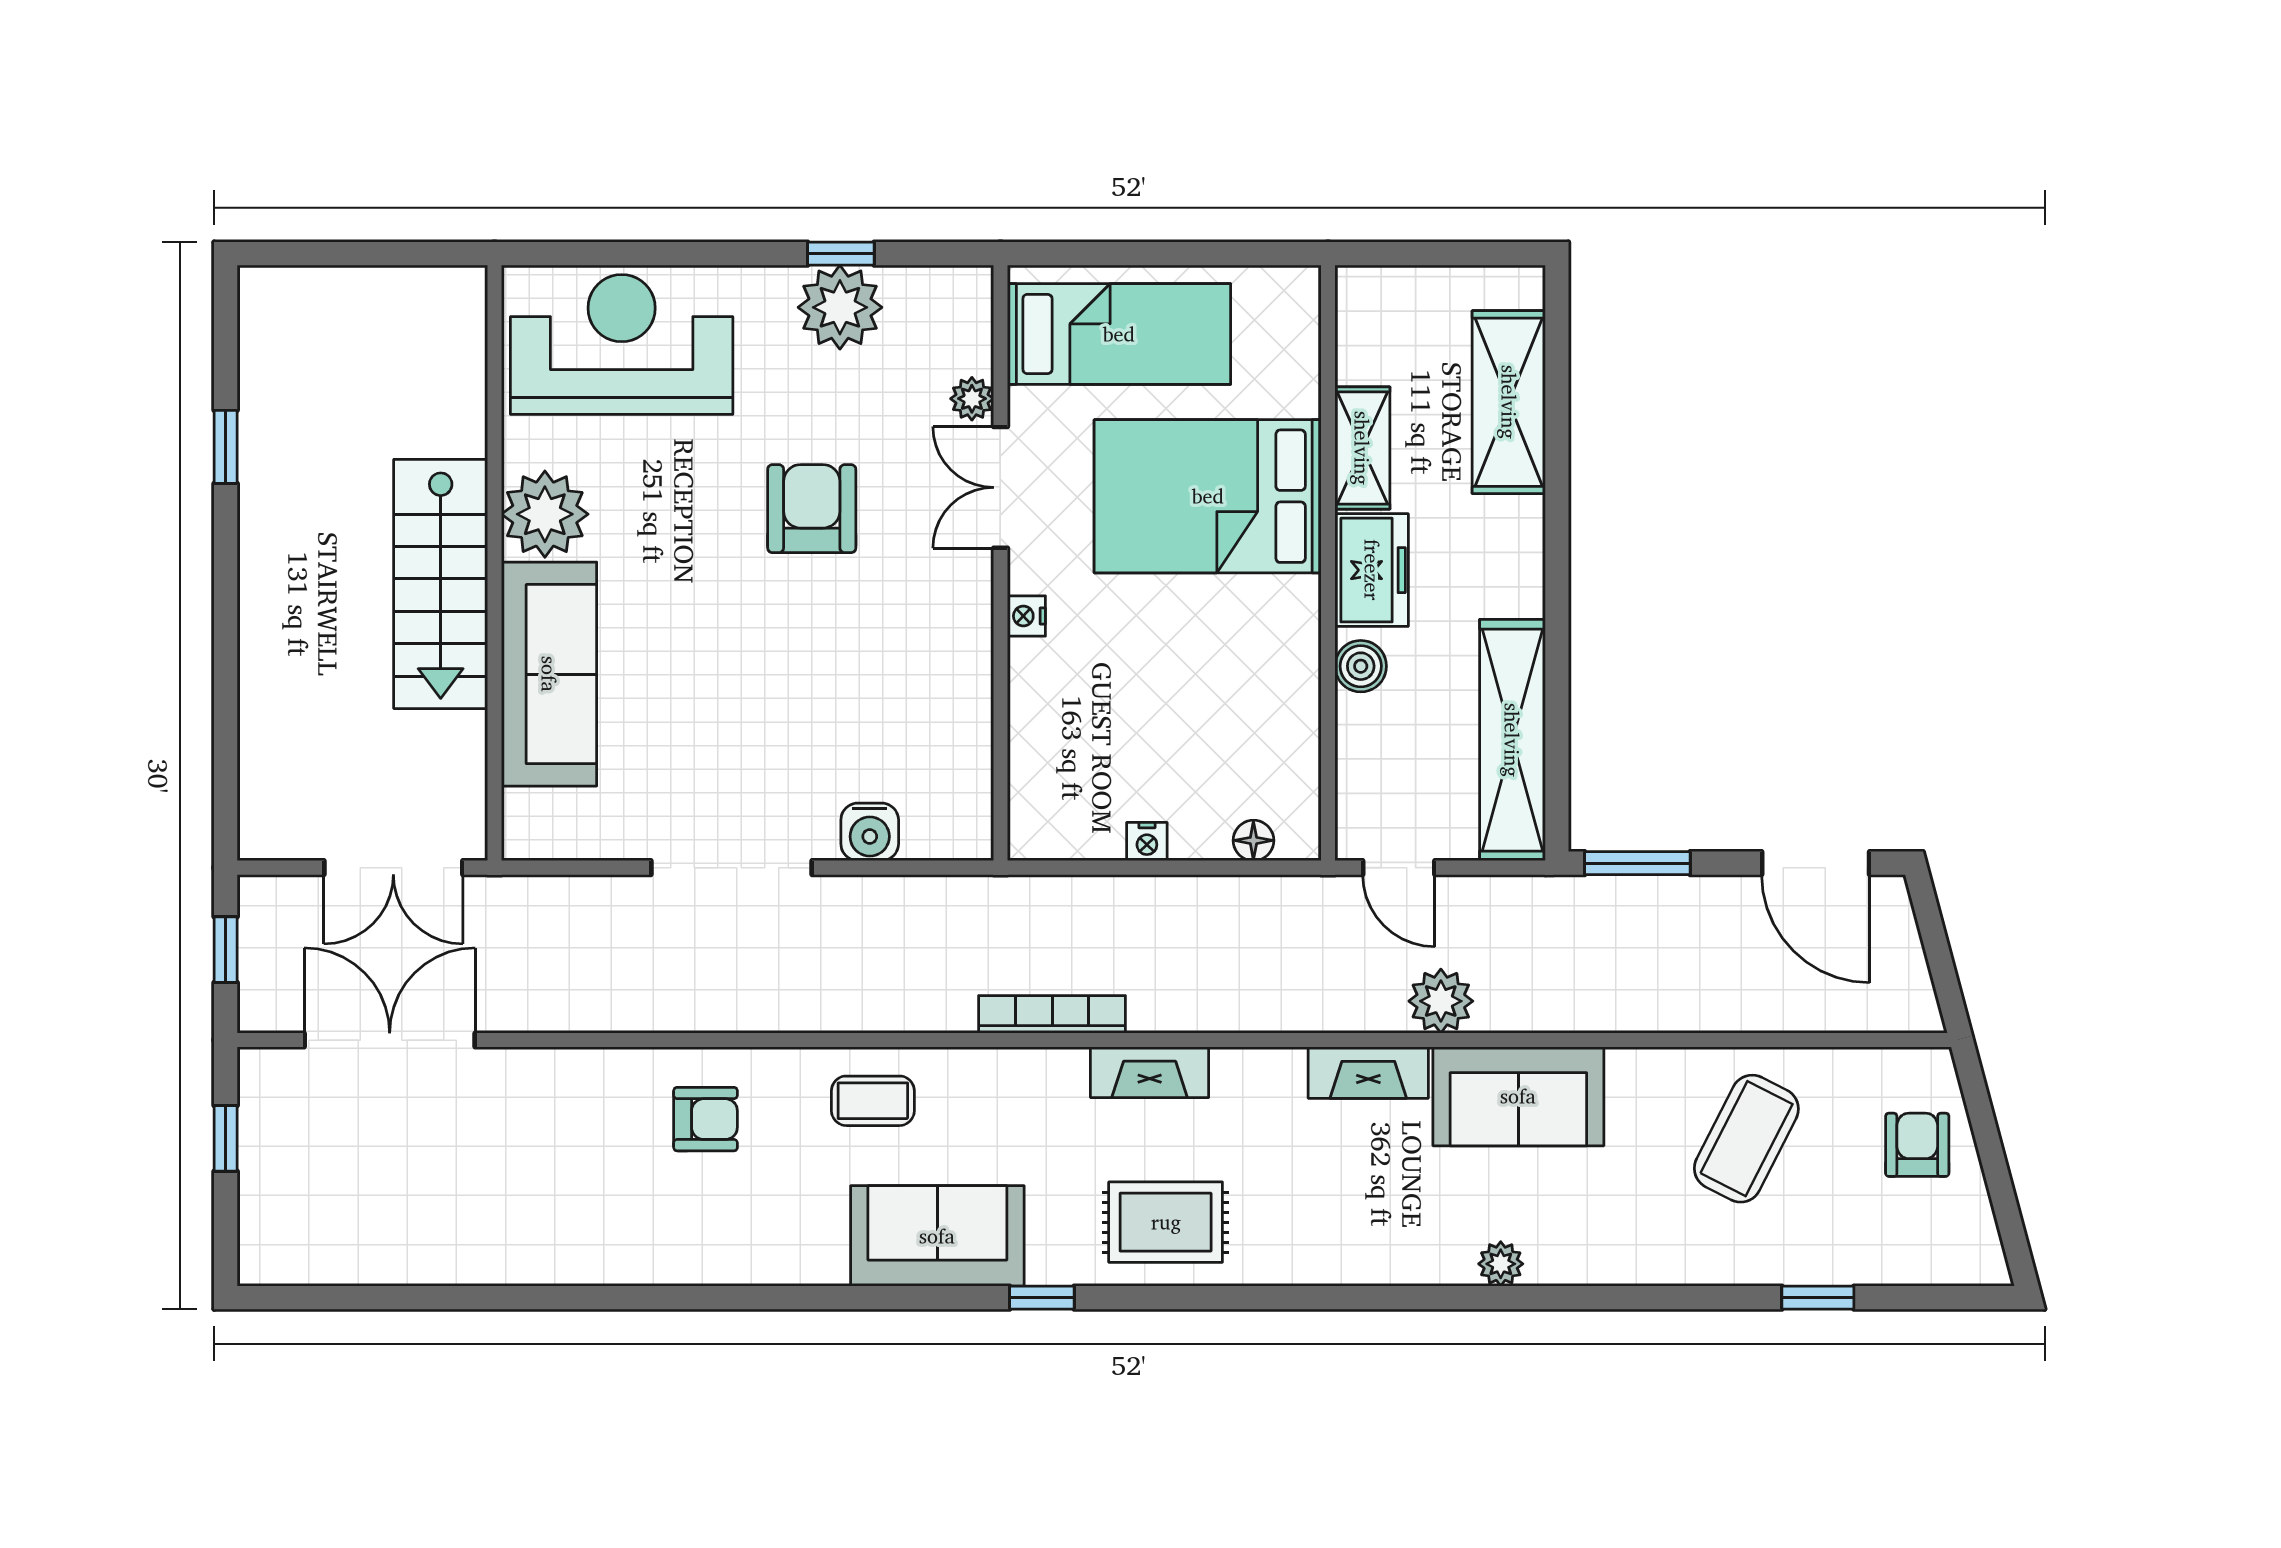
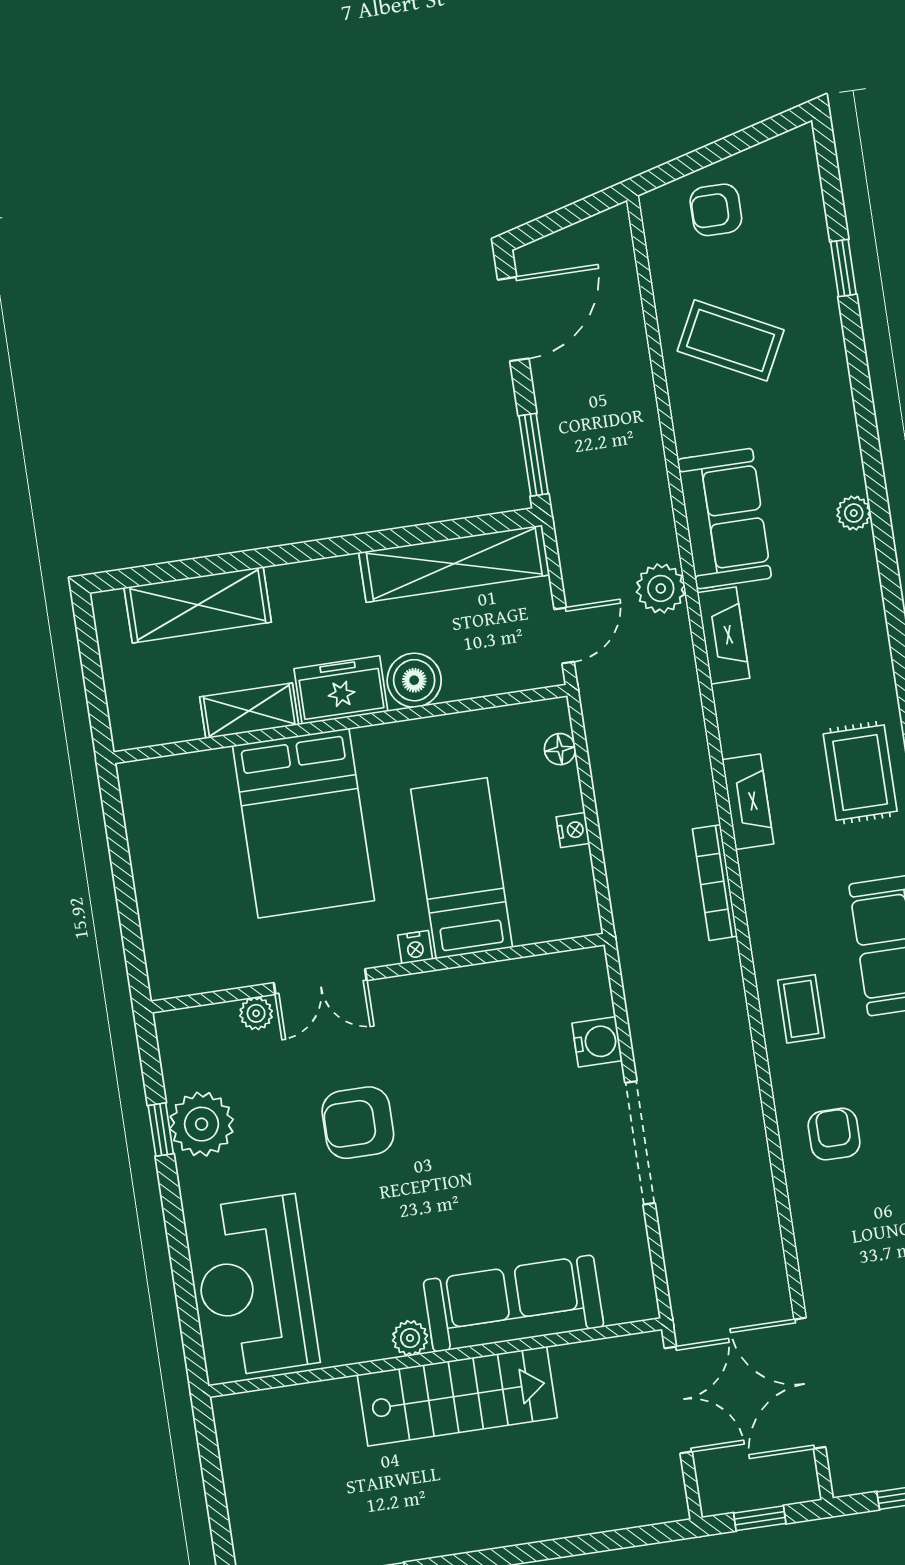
bed: (1119, 334) -> (462, 868), moved
plant: (545, 514) -> (410, 1338), width x0.53, depth x0.53
boiler: (1361, 666) -> (414, 680), width x1.36, depth x1.36

